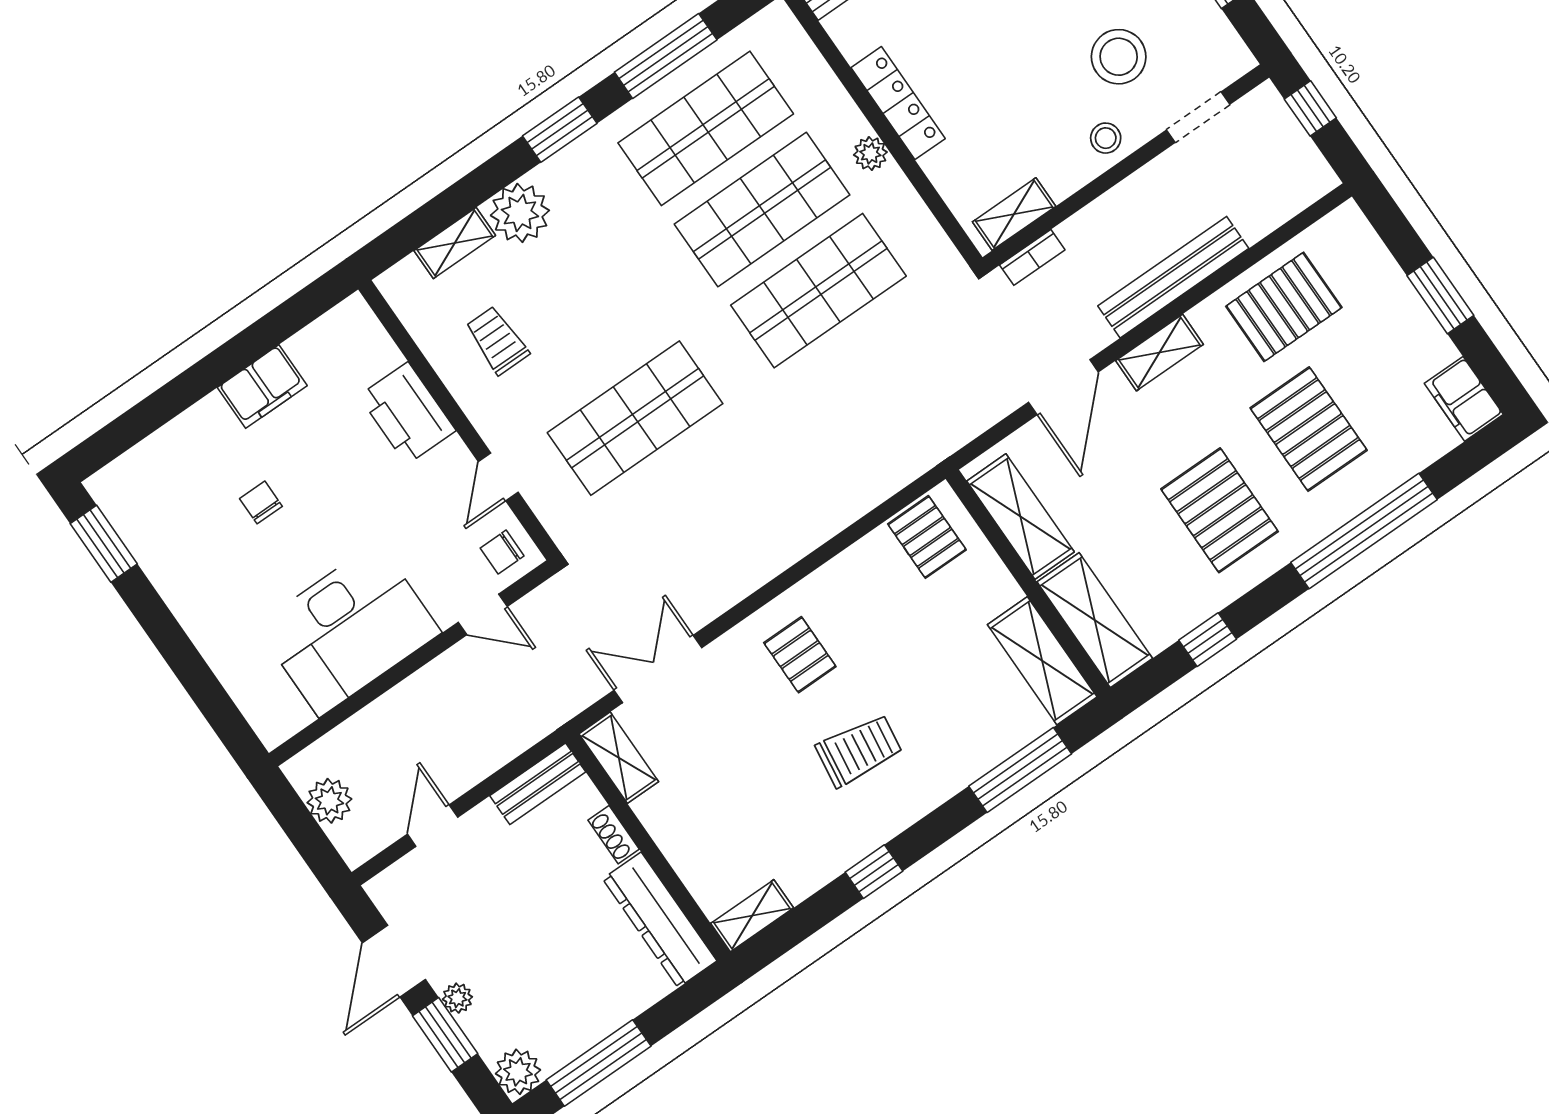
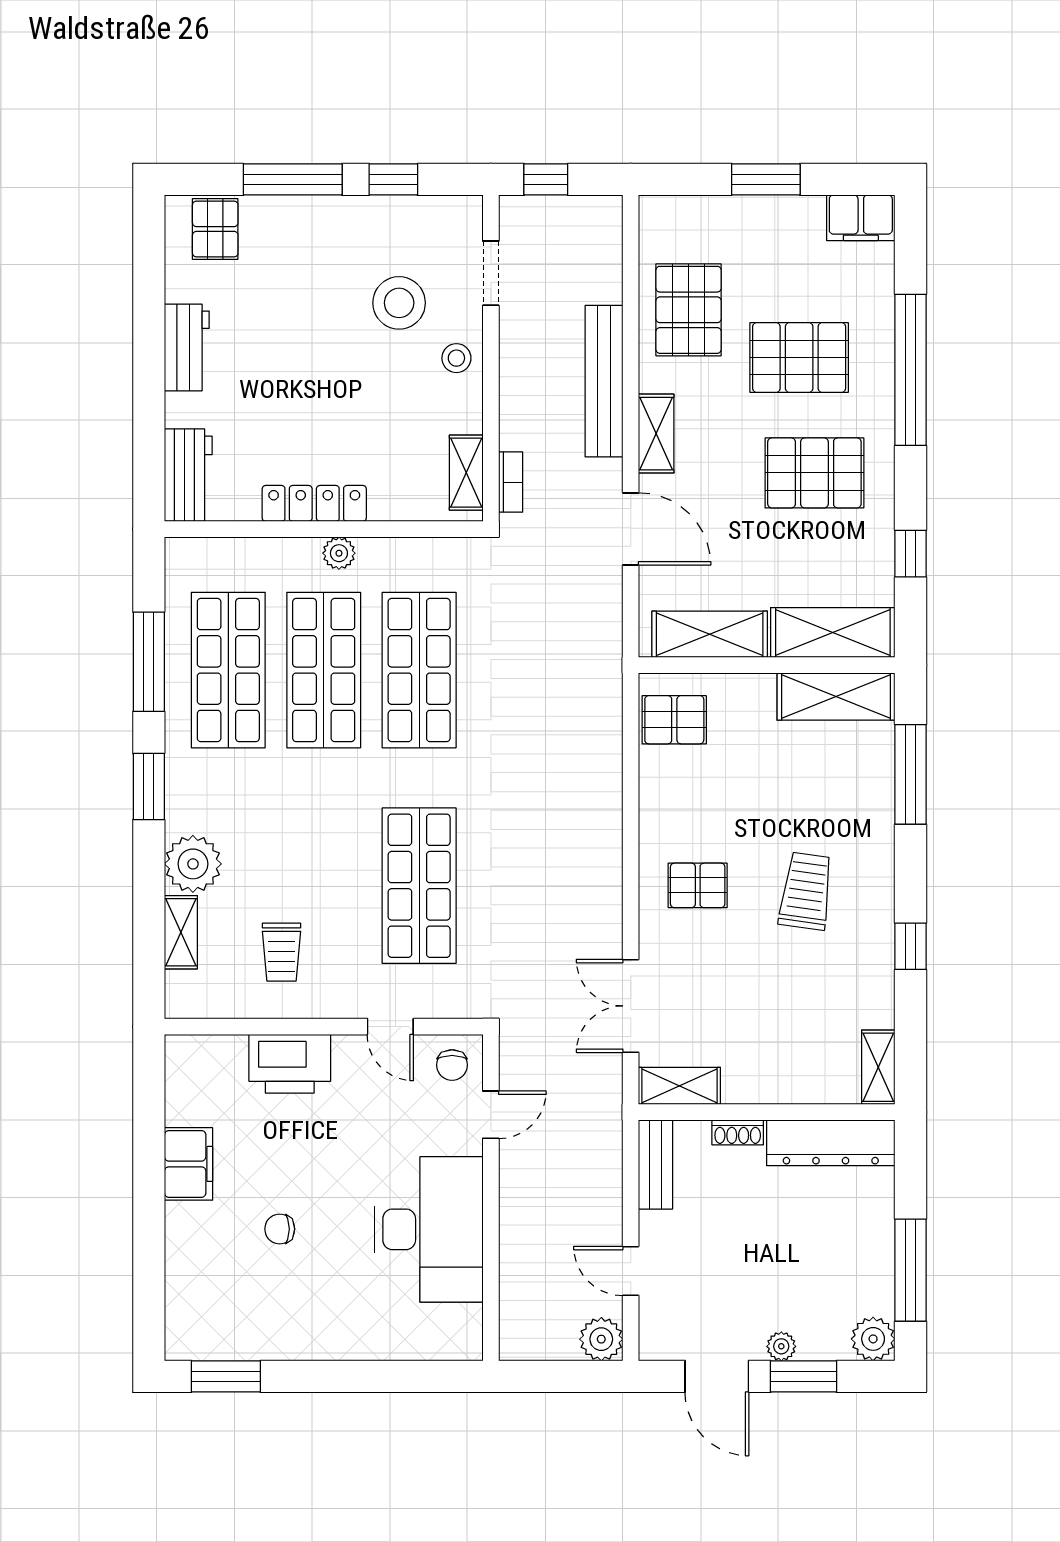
trolley: (497, 340) -> (282, 952), turned -90
plant: (329, 801) -> (601, 1339), moved

